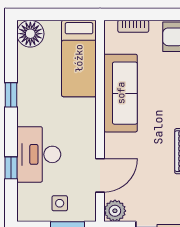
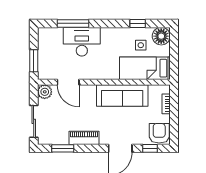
window: (11, 95) -> (138, 23), moved
window: (11, 168) -> (73, 23), width x2.17
side table: (60, 203) -> (141, 45), moved

